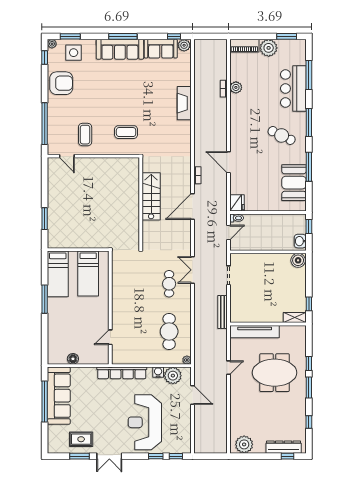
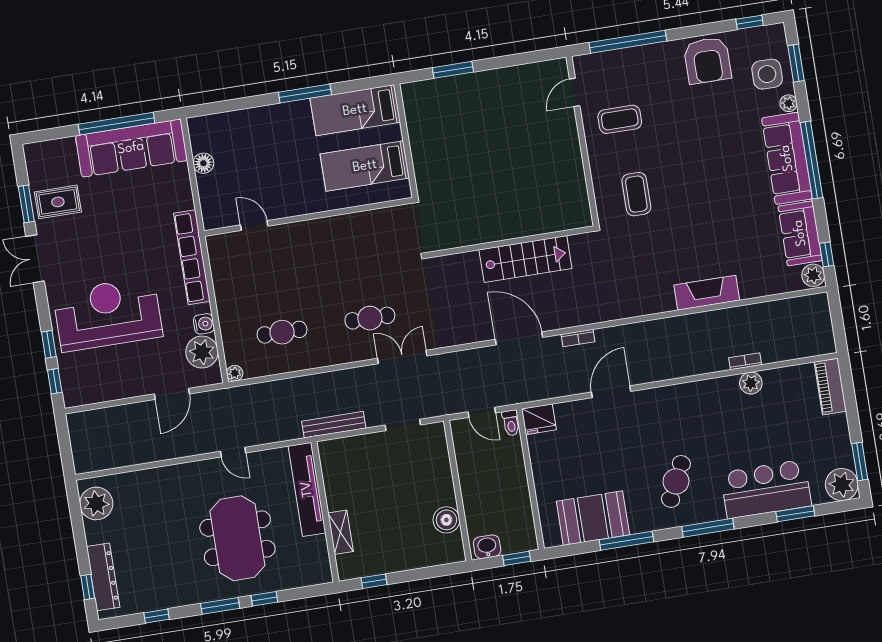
window: (123, 36) -> (812, 160), width x1.46
plant: (52, 44) -> (789, 103), moved
plant: (269, 48) -> (842, 485), moved
window: (309, 75) -> (795, 514), width x0.69
boiler: (298, 260) -> (446, 520), moved
shelving: (295, 317) -> (341, 532), moved
cafe table: (169, 331) -> (282, 332), width x0.73, depth x0.74
rug: (81, 439) -> (58, 202), turned 90

